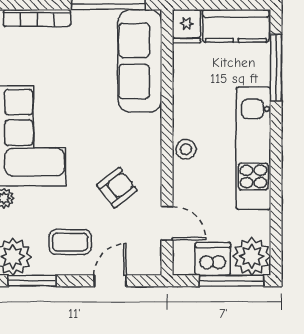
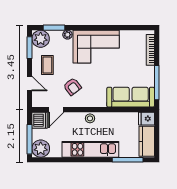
dishwasher: (213, 259) -> (40, 120), moved

